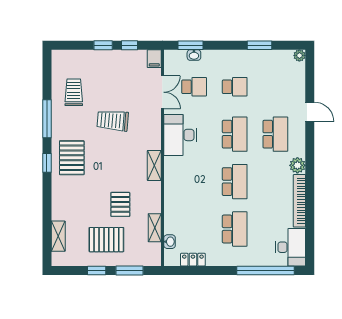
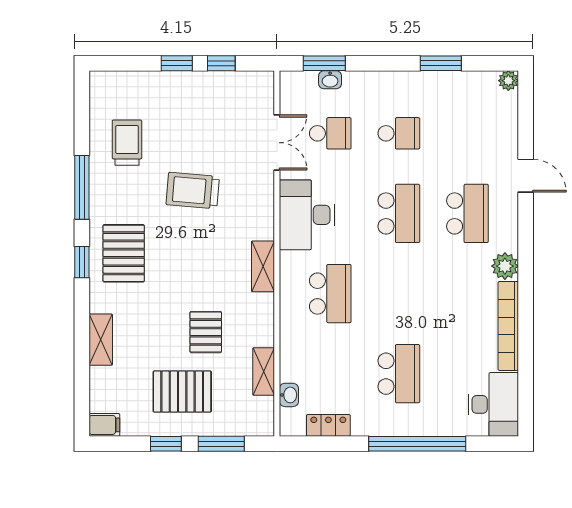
filing cabinet: (154, 59) -> (104, 425), moved, turned -90
school desk: (235, 182) -> (330, 294), moved
shelving: (58, 236) -> (101, 340), moved
window: (265, 270) -> (417, 444), moved

